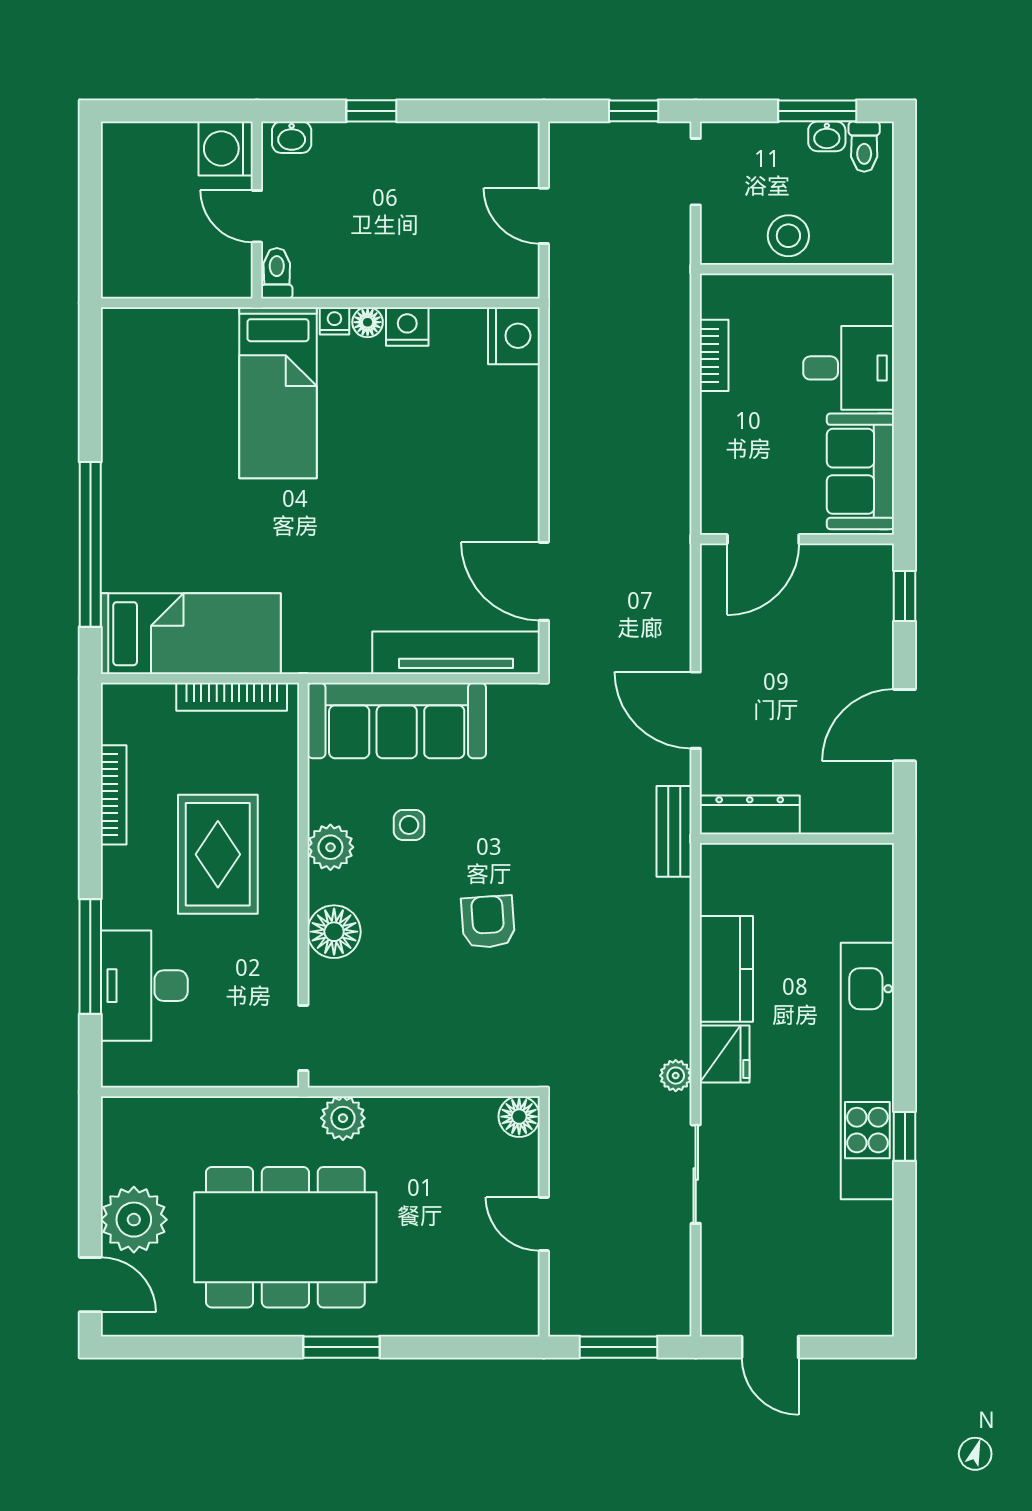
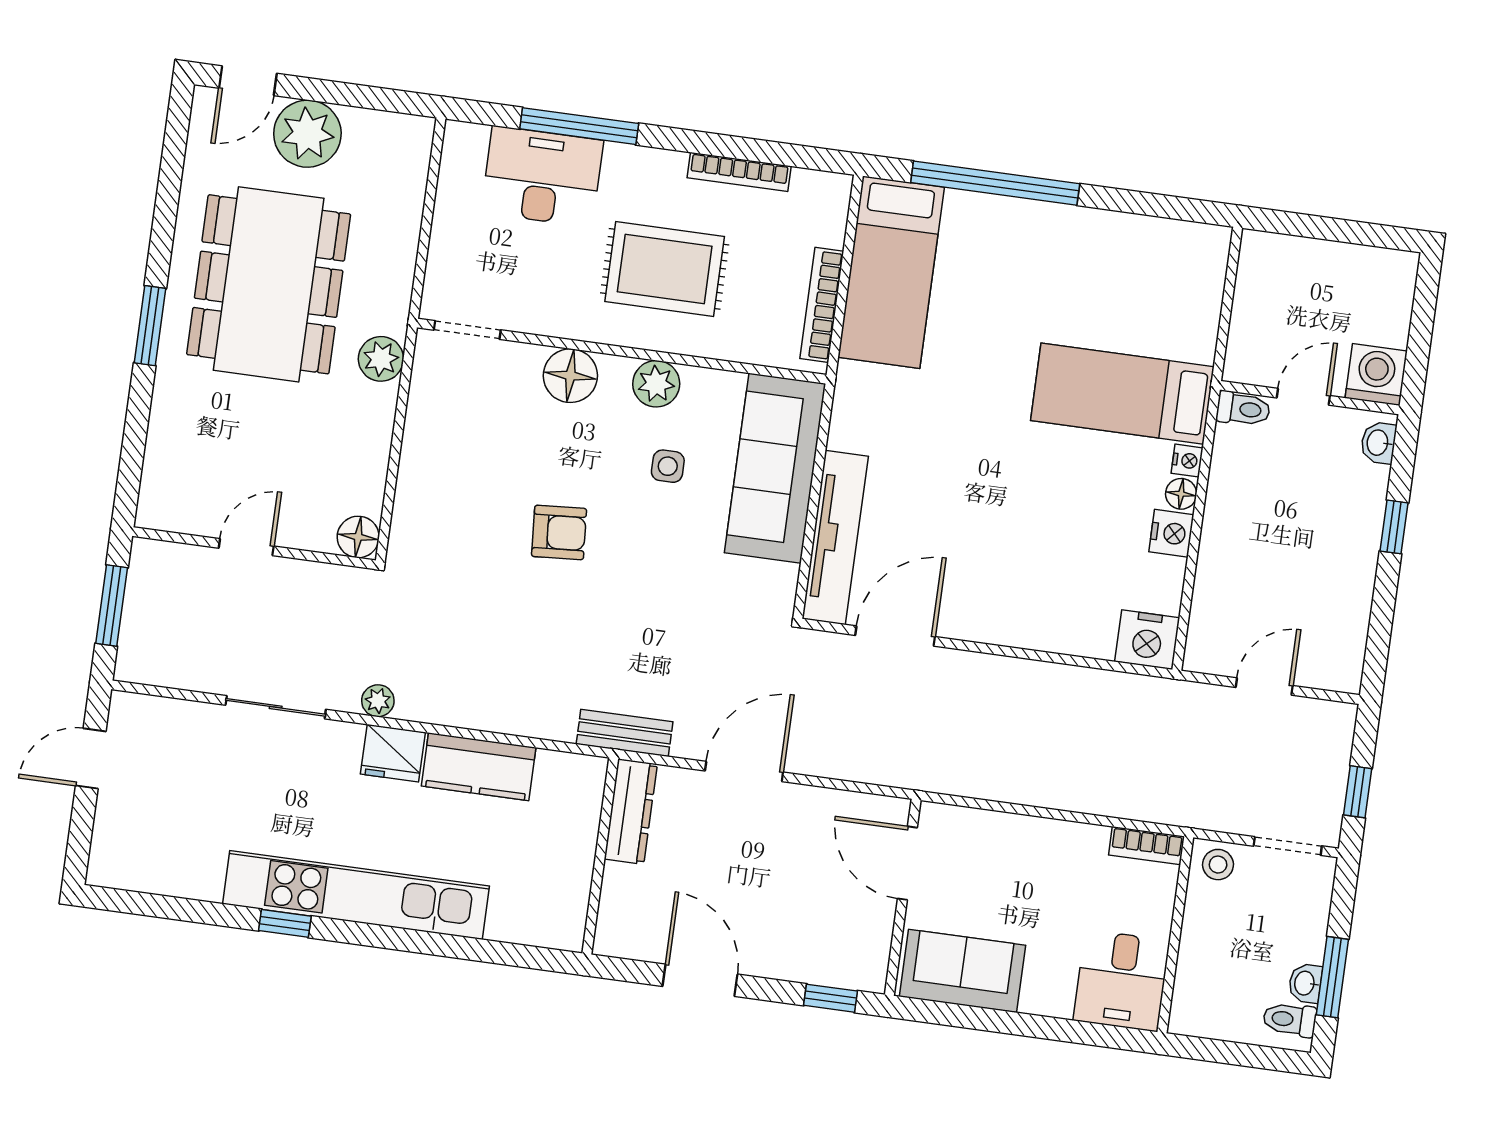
stool: (788, 236) -> (1218, 865), moved, width x0.73, depth x0.73
bookcase: (714, 355) -> (1147, 846), moved
desk: (849, 368) -> (1122, 981), moved

